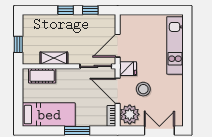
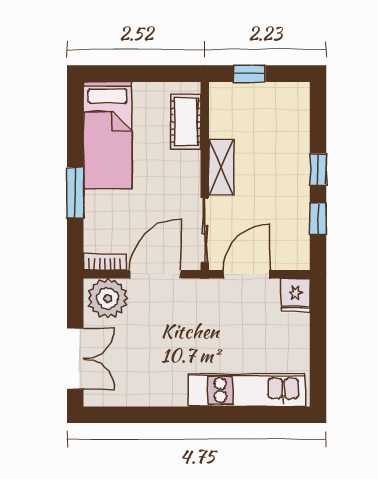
door: (118, 46) -> (247, 274), hinge flipped
shelving: (54, 58) -> (221, 167), moved
fridge: (128, 69) -> (296, 295), moved
stool: (143, 89) -> (159, 326), removed

